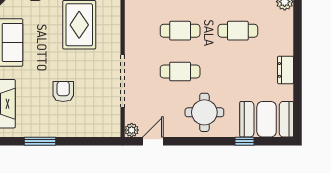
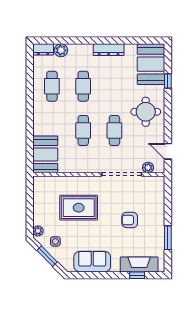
dresser: (285, 70) -> (109, 50), width x1.44
plant: (132, 130) -> (148, 168), moved

